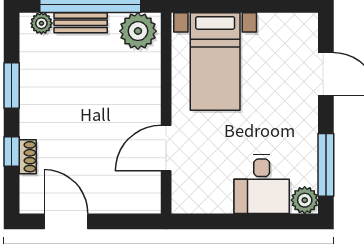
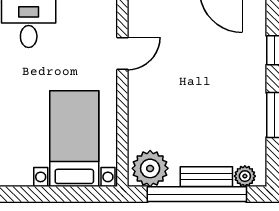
door: (166, 148) -> (122, 53), width x0.73
shoe rack: (28, 157) -> (258, 45), removed

